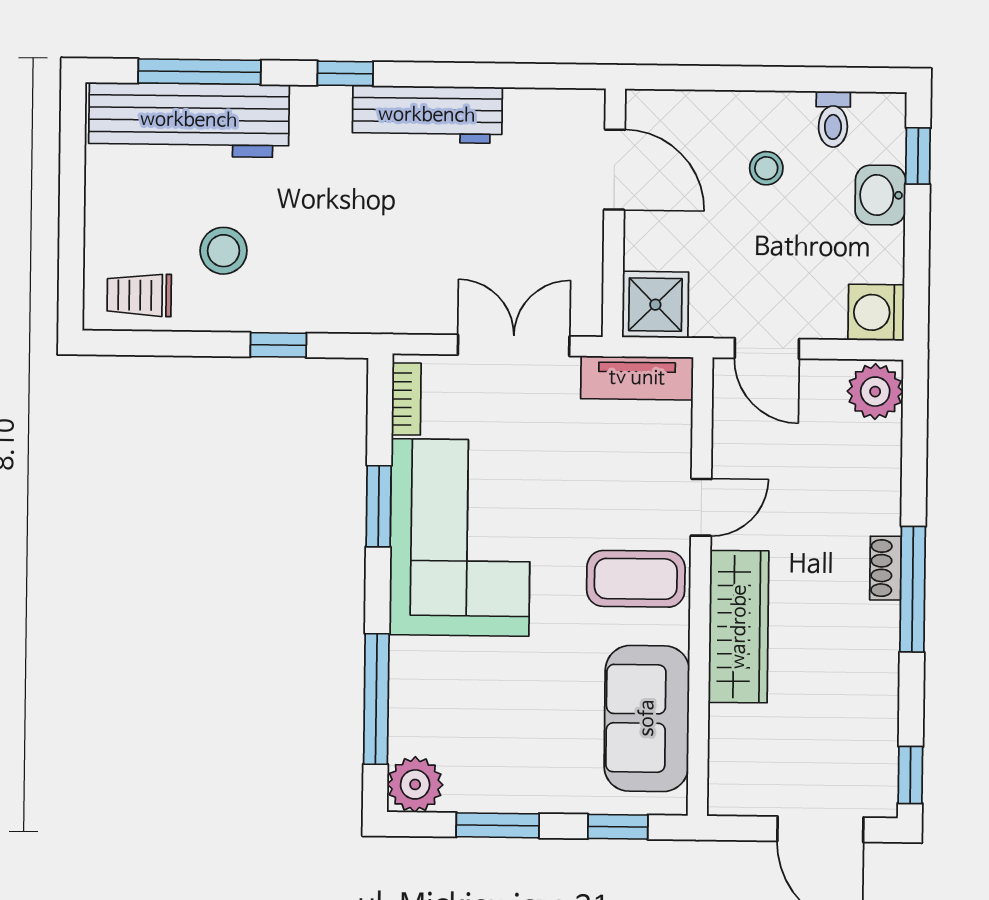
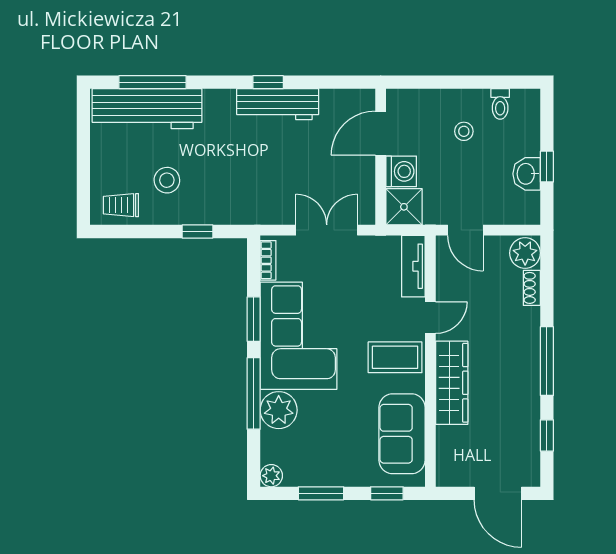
window: (345, 73) -> (268, 82), moved
window: (918, 156) -> (547, 167), moved
door: (614, 170) -> (381, 133), swing flipped
washbasin: (880, 195) -> (527, 174), moved
washing machine: (876, 312) -> (401, 171), moved, turned 180
tv unit: (637, 378) -> (413, 266), moved, turned 90
shoe rack: (885, 568) -> (532, 288), moved
plant: (422, 673) -> (279, 410), added
window: (376, 699) -> (254, 393), moved
window: (910, 775) -> (547, 435), moved
plant: (415, 784) -> (271, 476), width x0.73, depth x0.73

